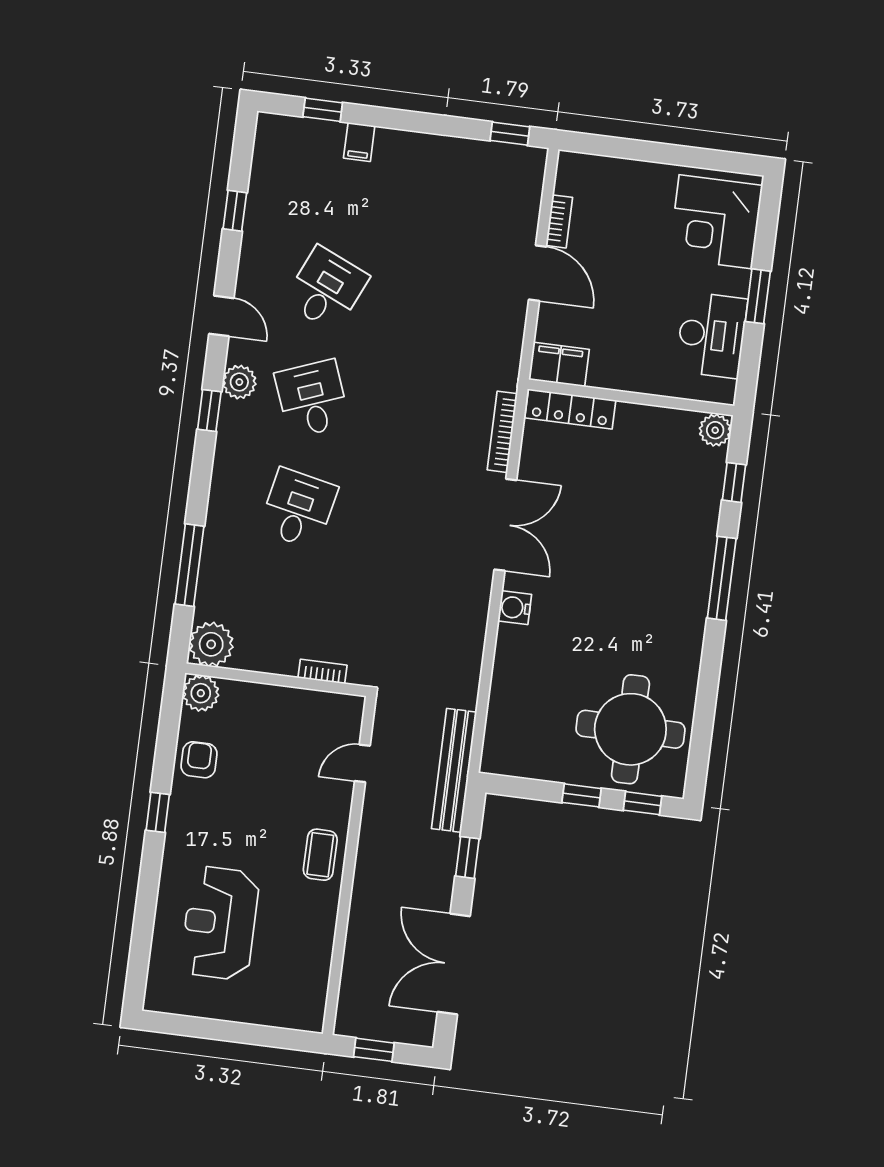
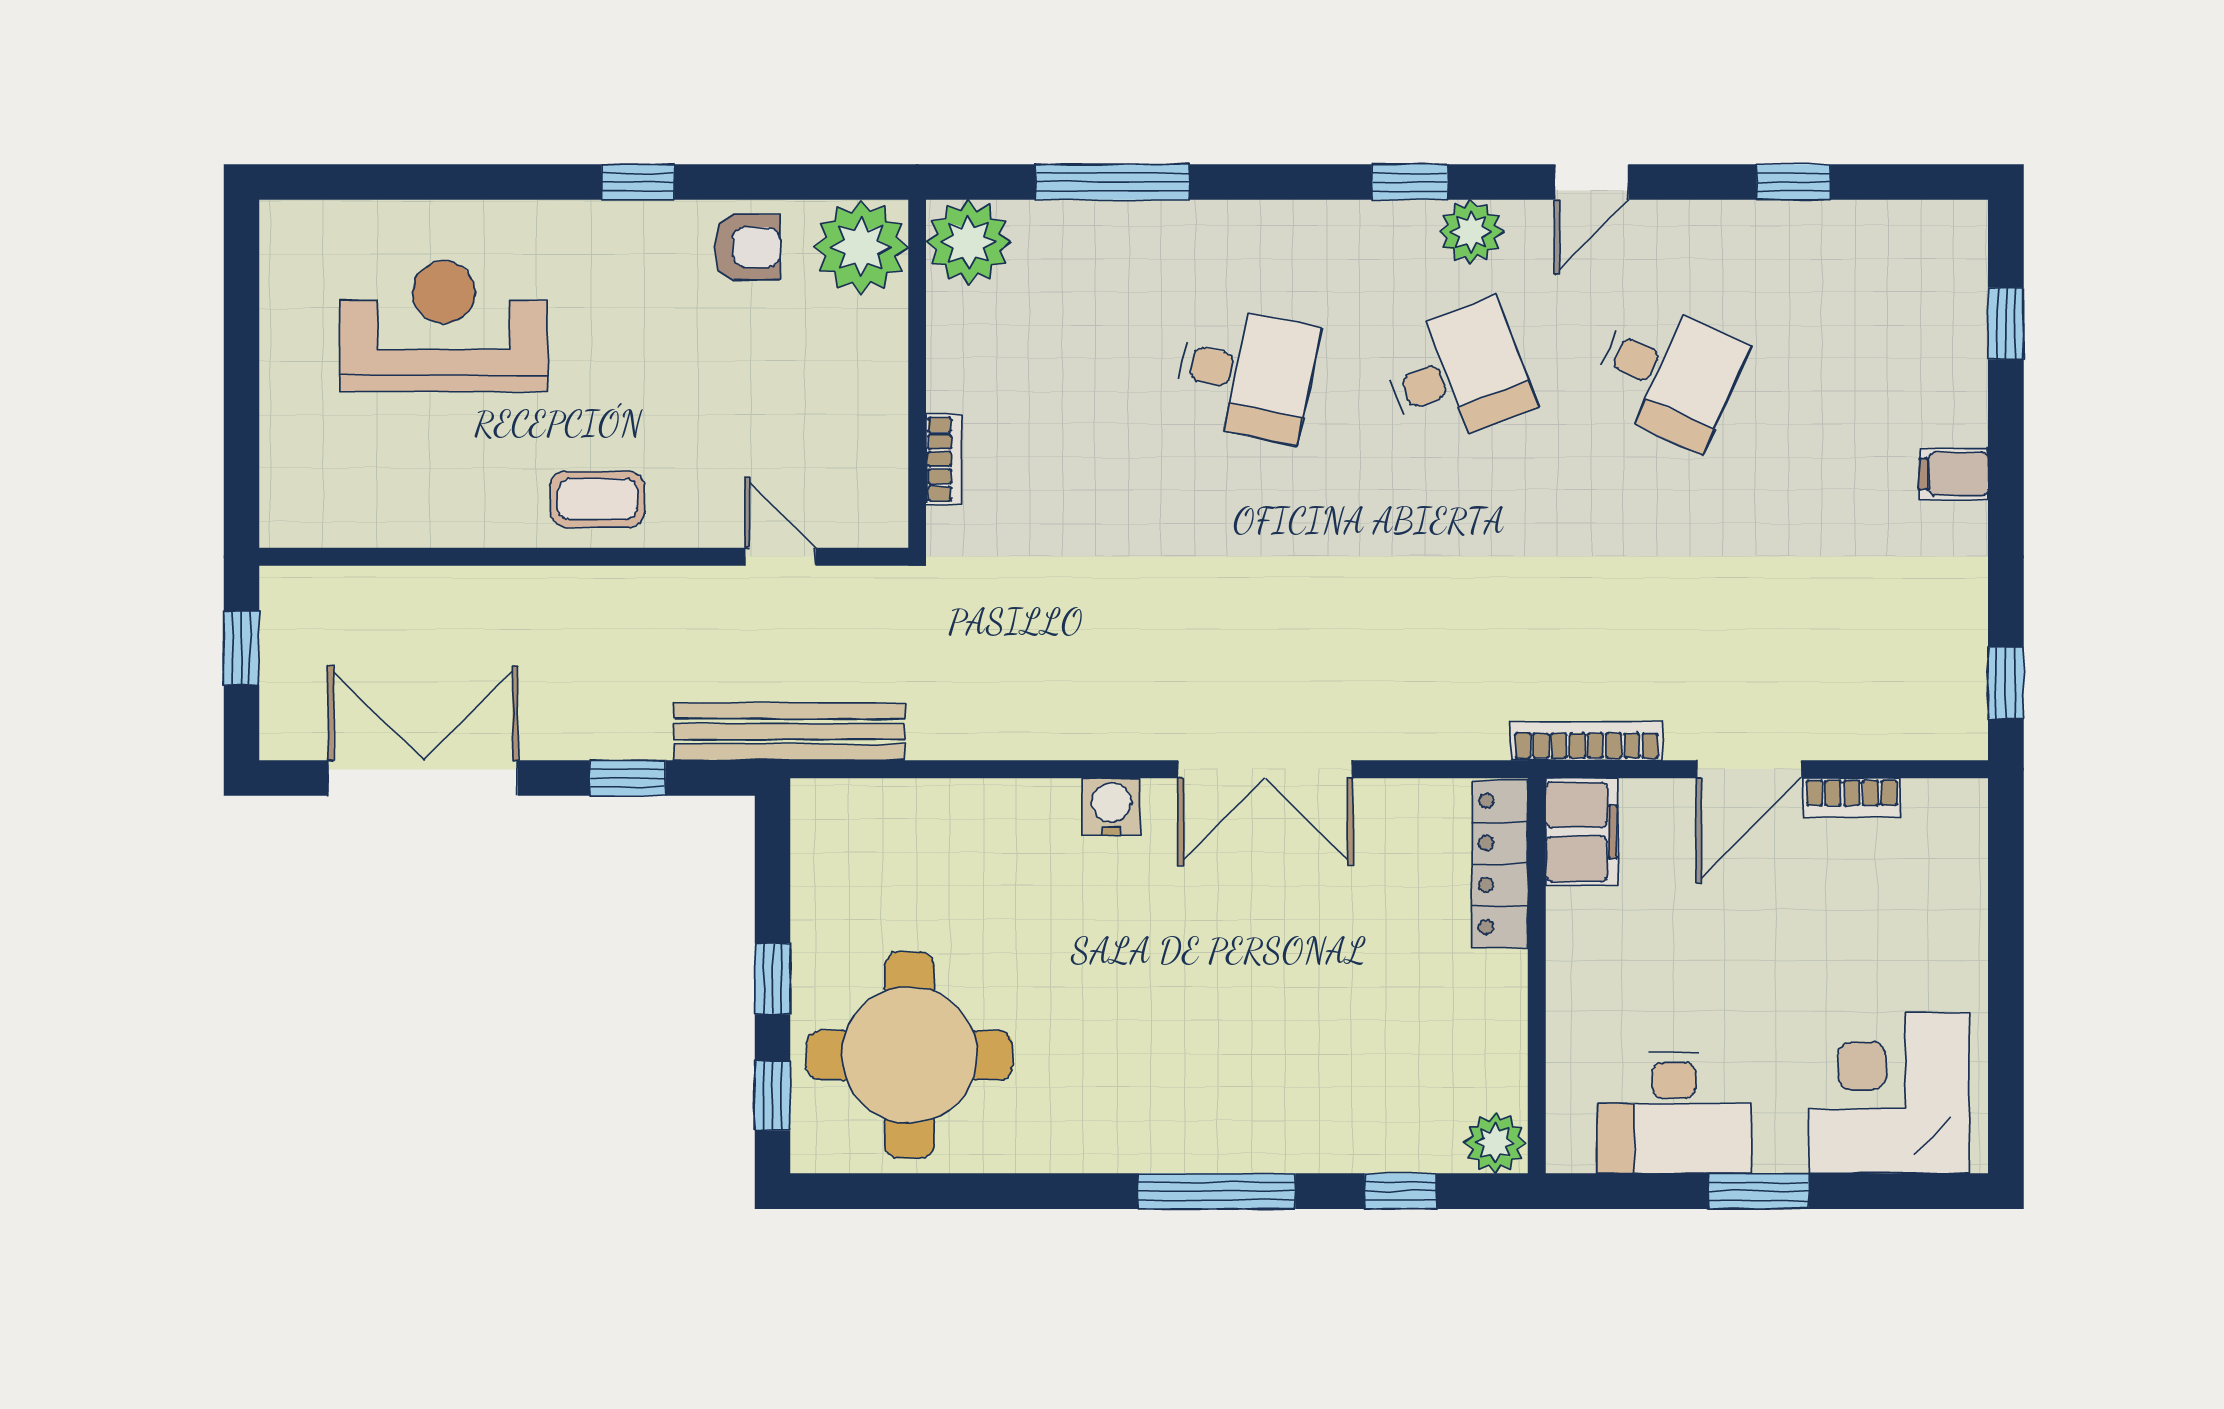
filing cabinet: (359, 142) -> (1954, 474), moved
bookcase: (502, 432) -> (1586, 741), moved
plant: (201, 693) -> (861, 247), width x1.36, depth x1.36

